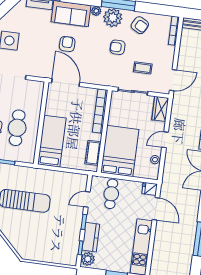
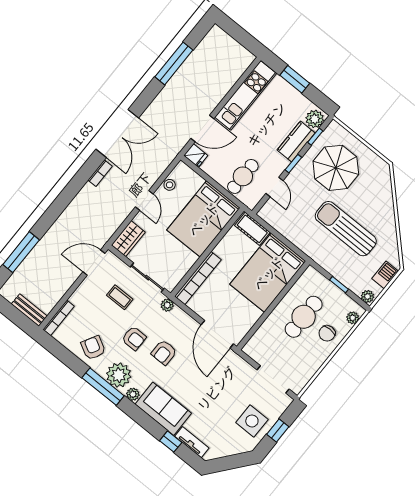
armchair: (67, 44) -> (164, 352), moved
plant: (109, 82) -> (167, 305), added
door: (165, 140) -> (144, 200), hinge flipped
bed: (52, 141) -> (268, 273), width x1.50
cot: (93, 153) -> (252, 229), moved, turned 90
door: (87, 199) -> (274, 187), hinge flipped
door: (156, 209) -> (202, 129), swing flipped
parasol: (55, 236) -> (336, 168), added

